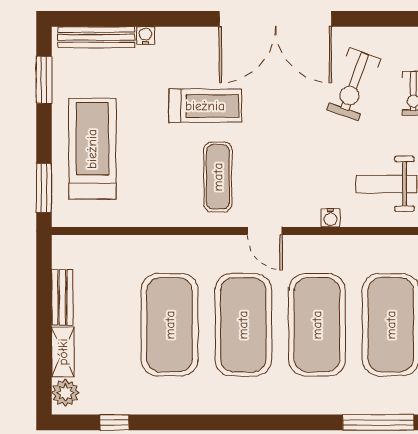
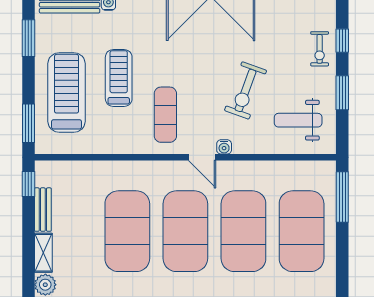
exercise bike: (354, 84) -> (245, 90), moved
treadmill: (205, 106) -> (119, 78), moved, turned -90
water cooler: (330, 218) -> (224, 147), moved
window: (44, 265) -> (28, 184), added

